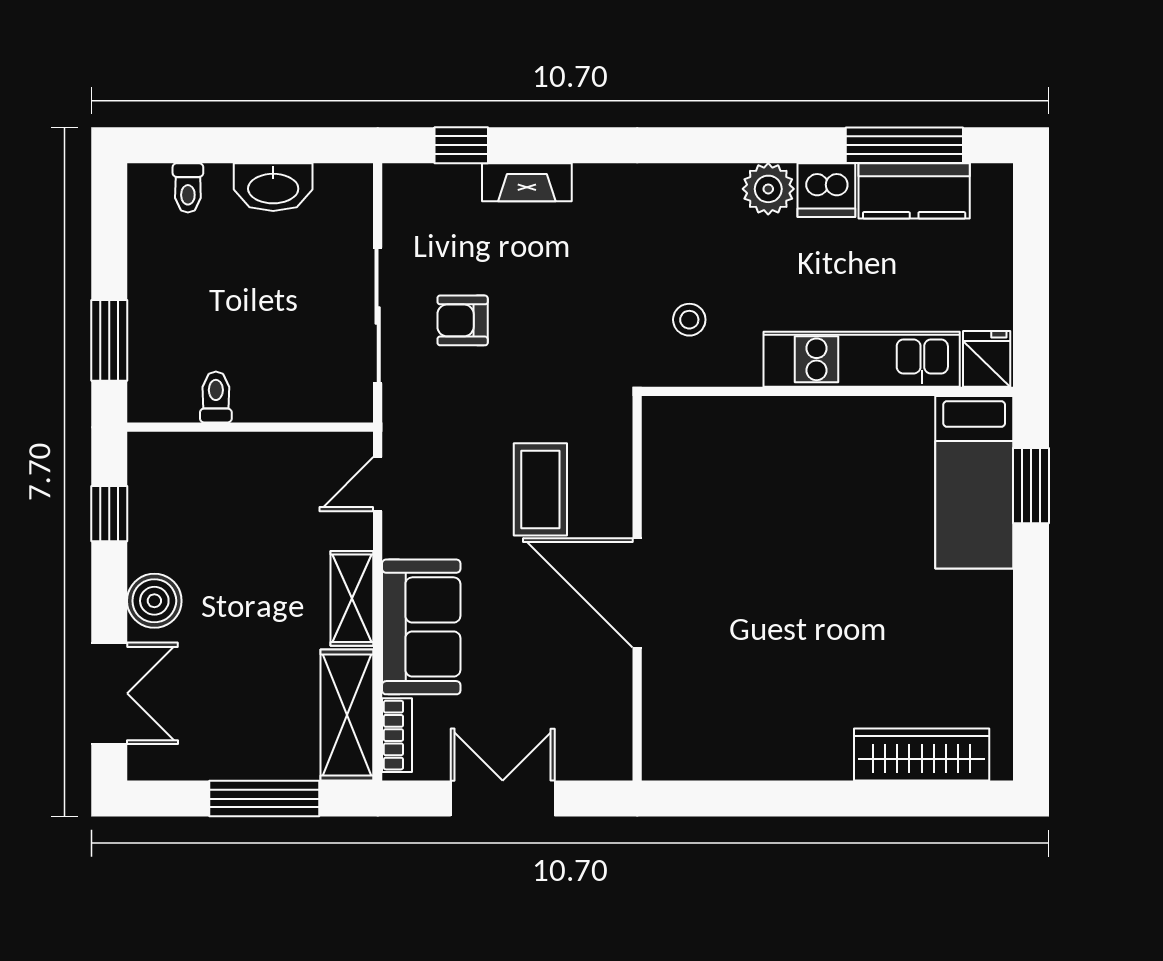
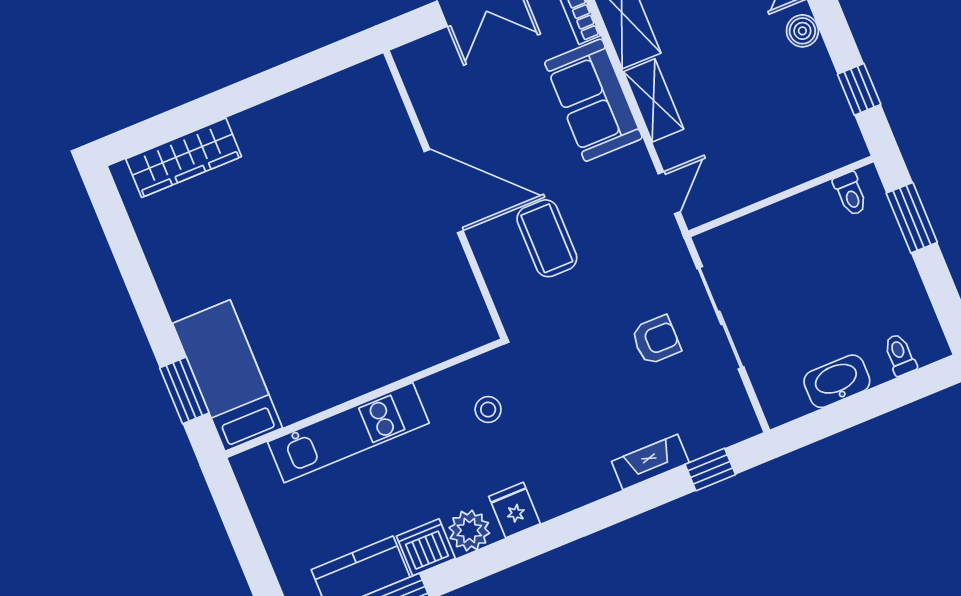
fridge: (987, 359) -> (514, 510), moved, turned 180
toilet: (216, 397) -> (850, 194), moved
boiler: (154, 601) -> (802, 31), width x0.73, depth x0.73

